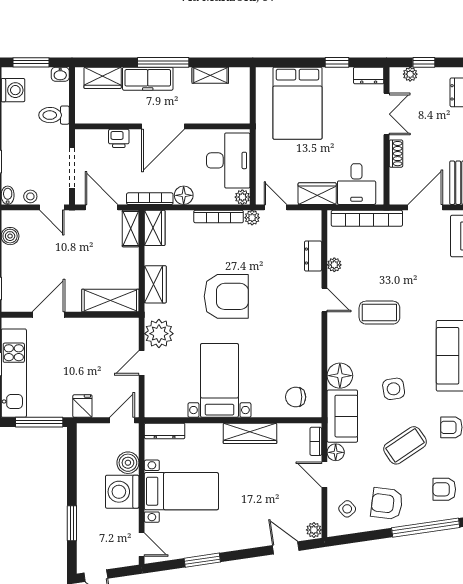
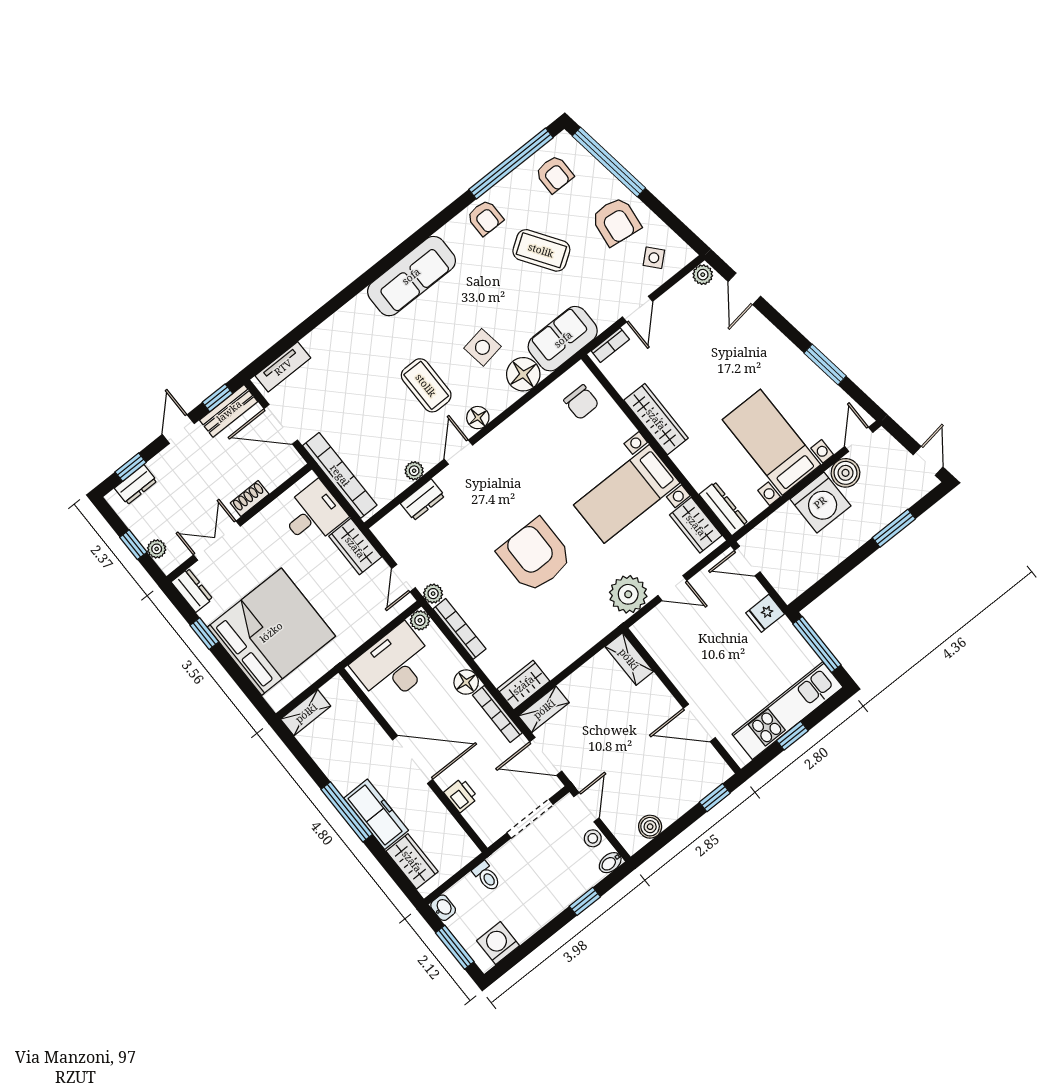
shelving: (210, 75) -> (306, 713), moved, turned 90
bed: (297, 103) -> (271, 632), width x1.36
toilet: (54, 115) -> (487, 876), width x0.73, depth x0.72
door: (102, 207) -> (546, 756), hinge flipped
wardrobe: (155, 284) -> (696, 525), moved, turned -90
shelving: (110, 301) -> (629, 659), width x0.67, depth x0.75
side table: (394, 389) -> (482, 347), moved
floor lamp: (336, 452) -> (478, 418), moved
boiler: (128, 463) -> (845, 473), moved

